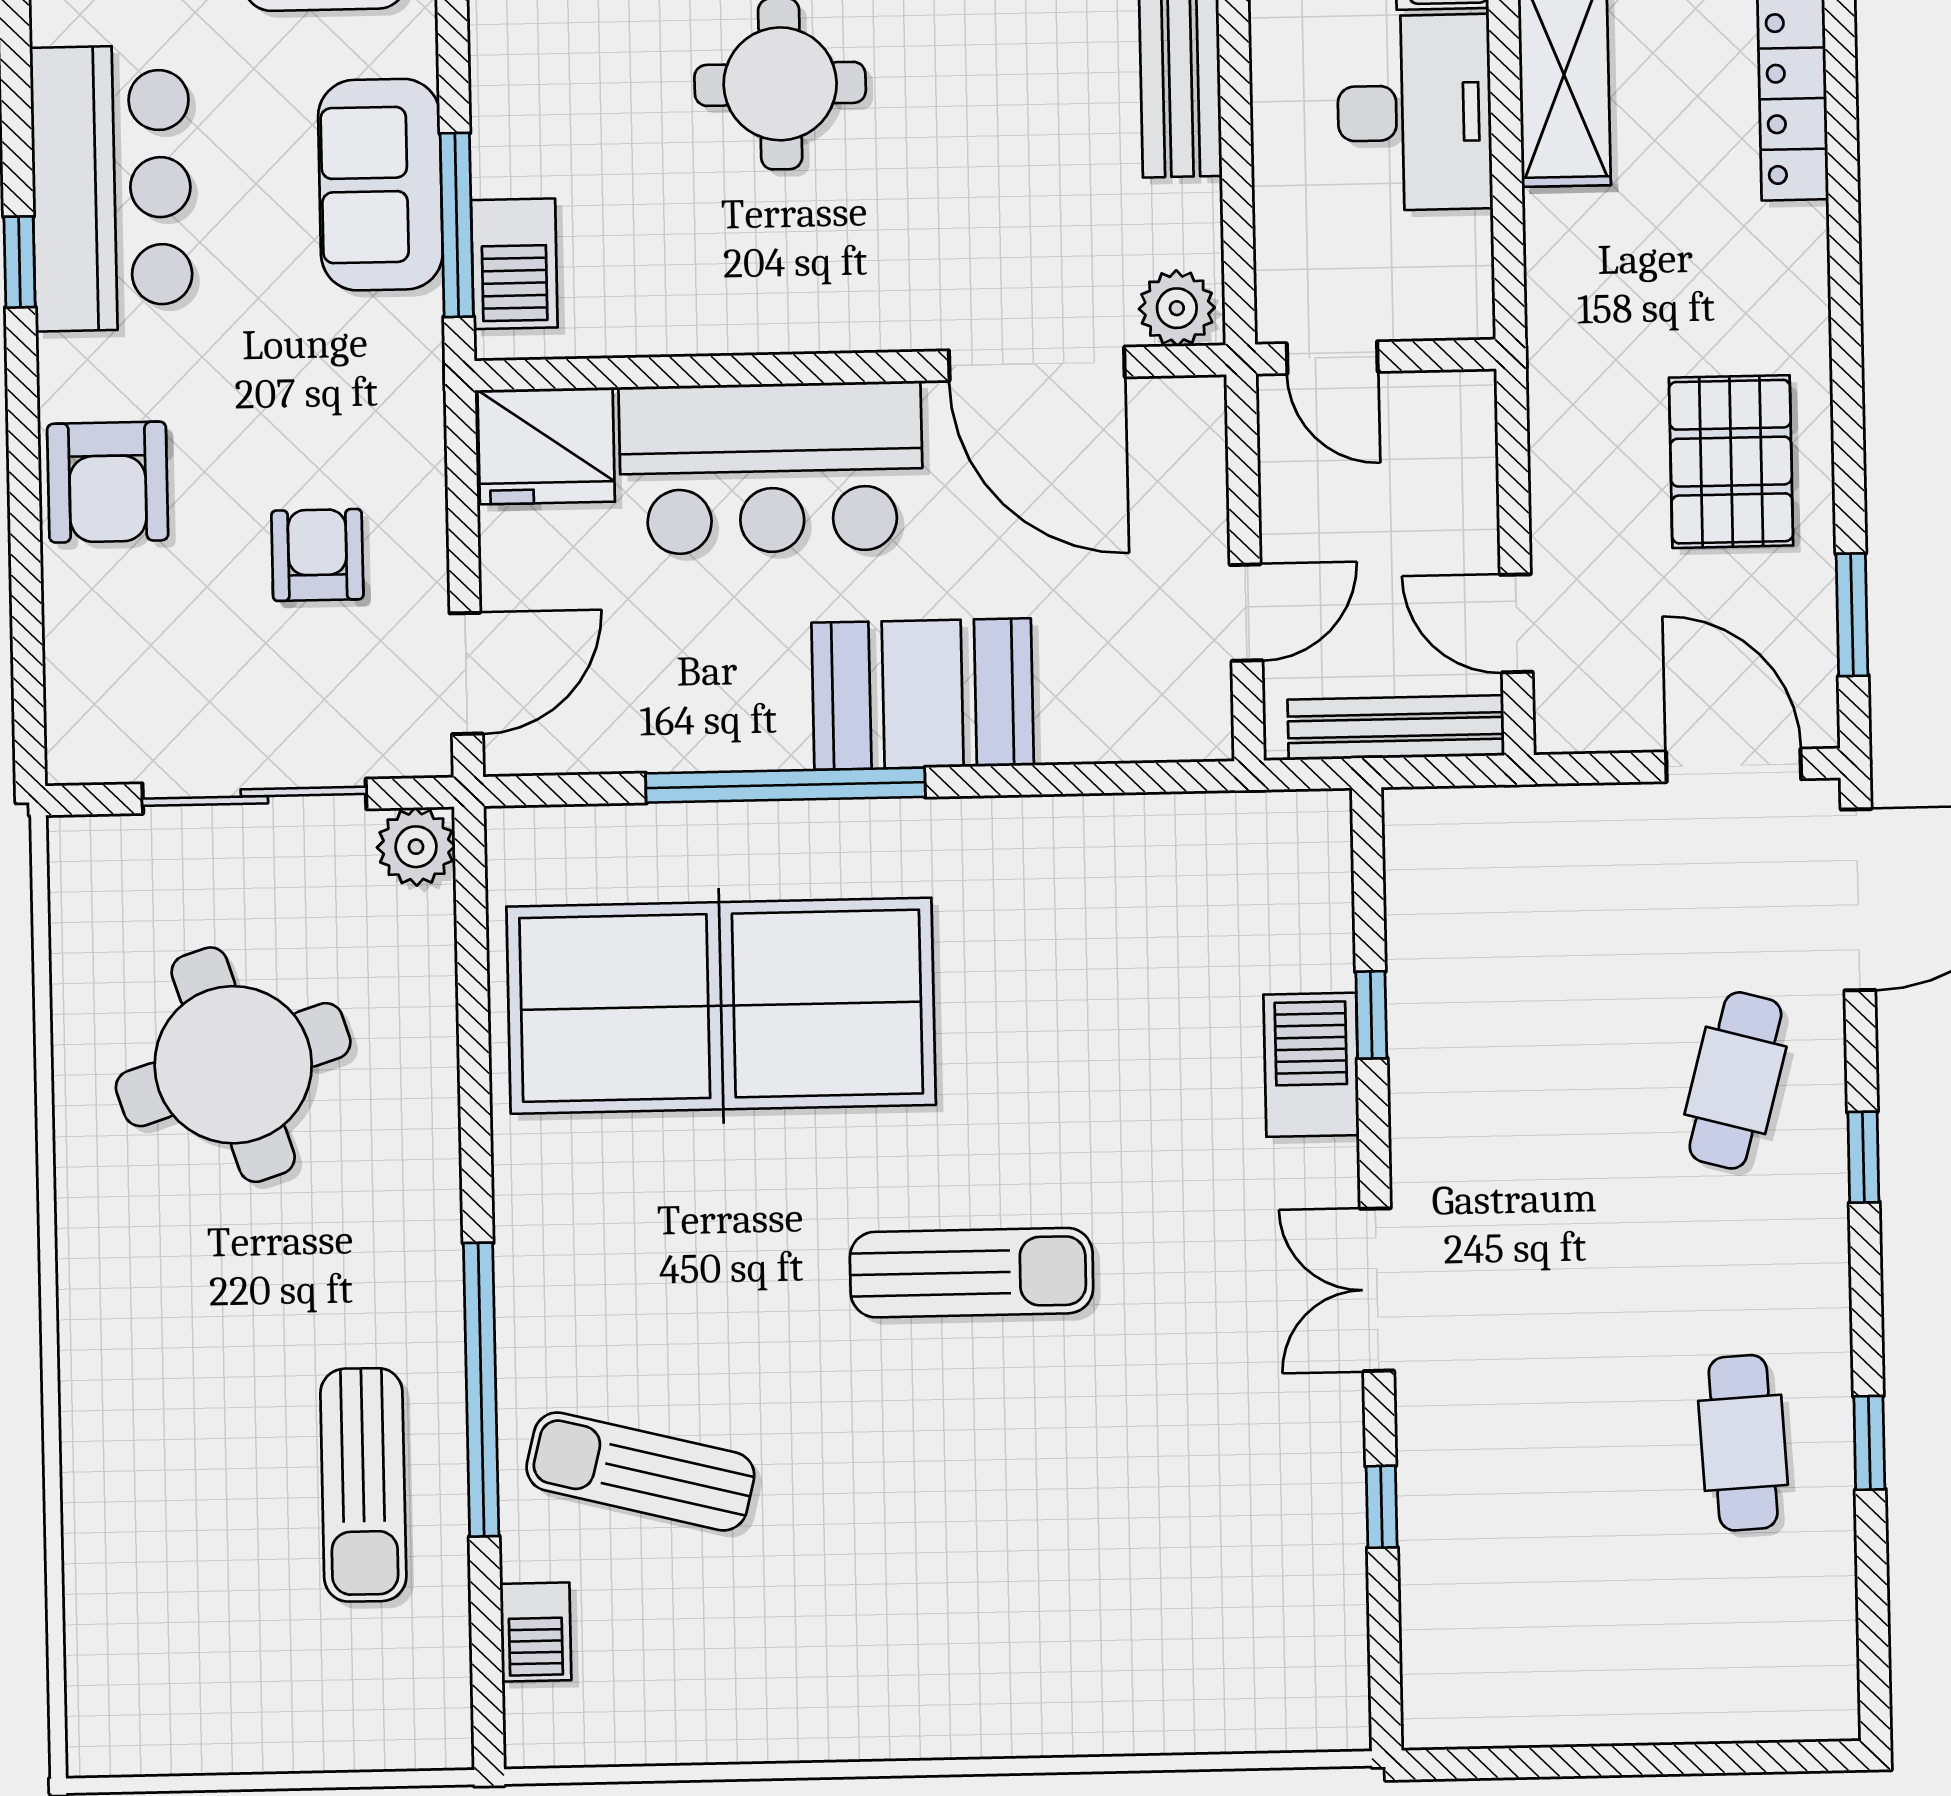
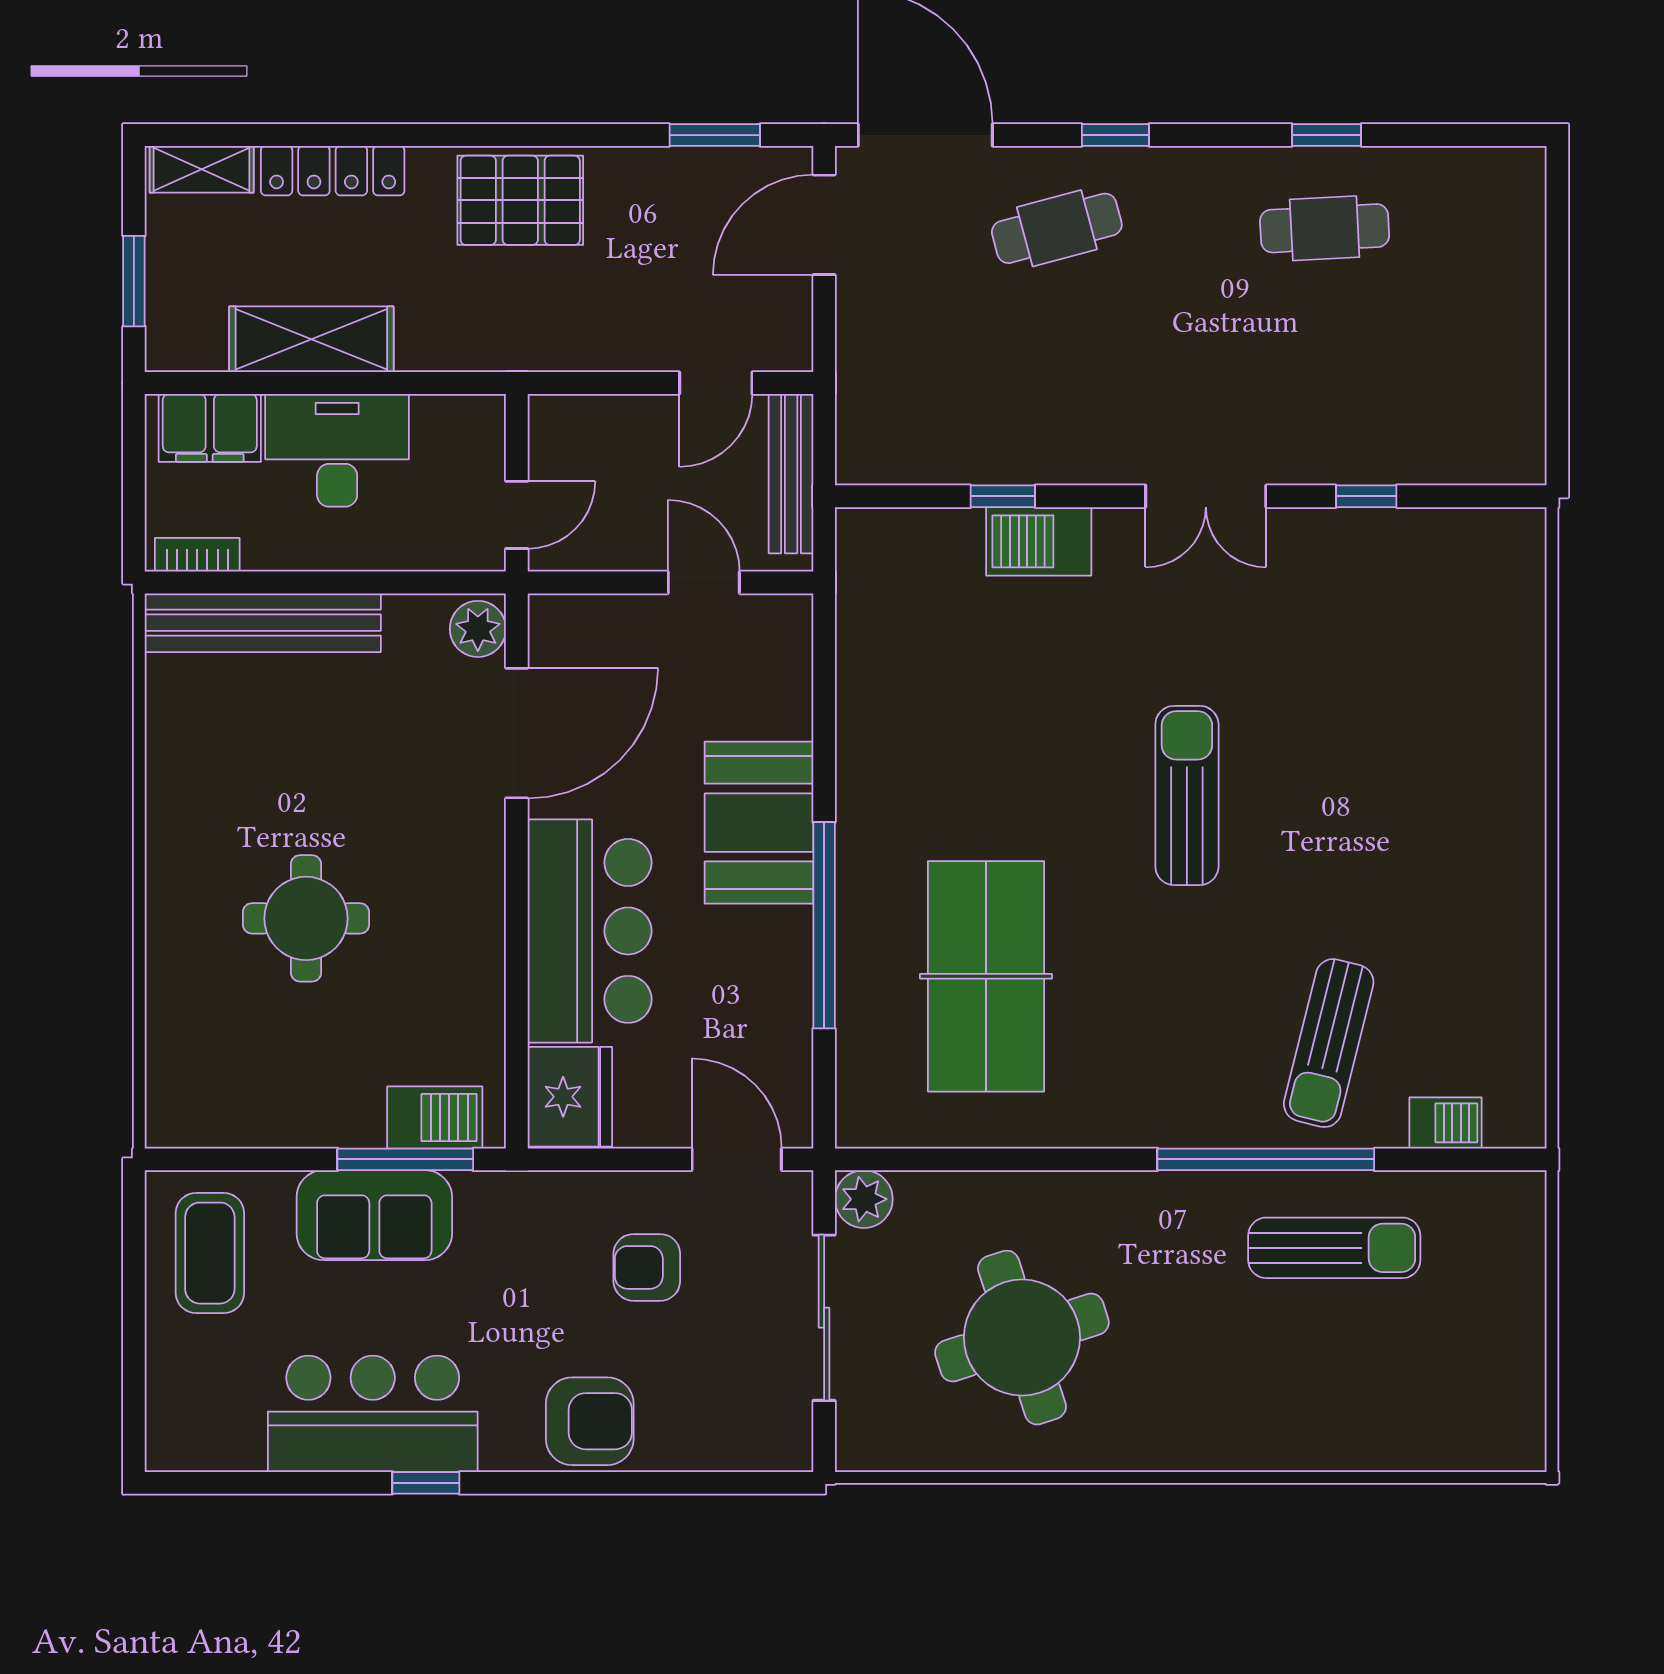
pallet: (1731, 462) -> (520, 200), moved
table tennis table: (721, 1006) -> (986, 976), width x0.73, depth x0.76
cafe table: (1735, 1080) -> (1057, 228), turned -30

